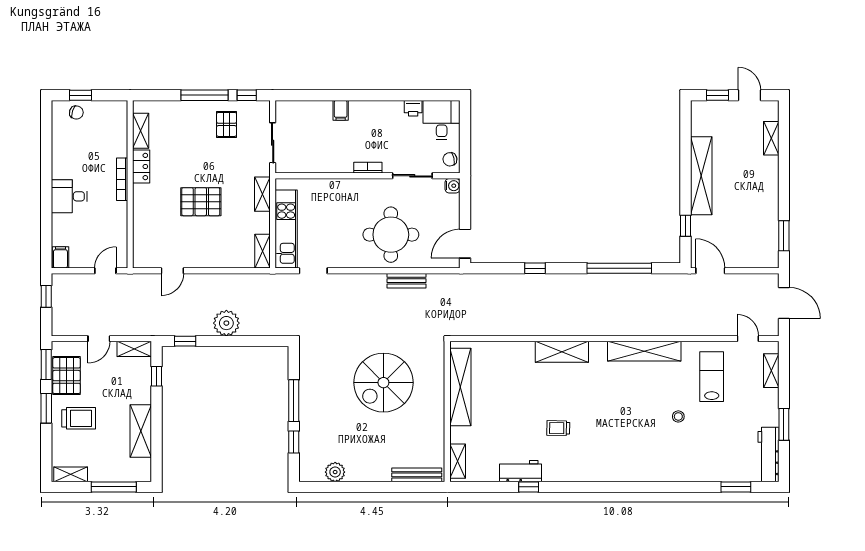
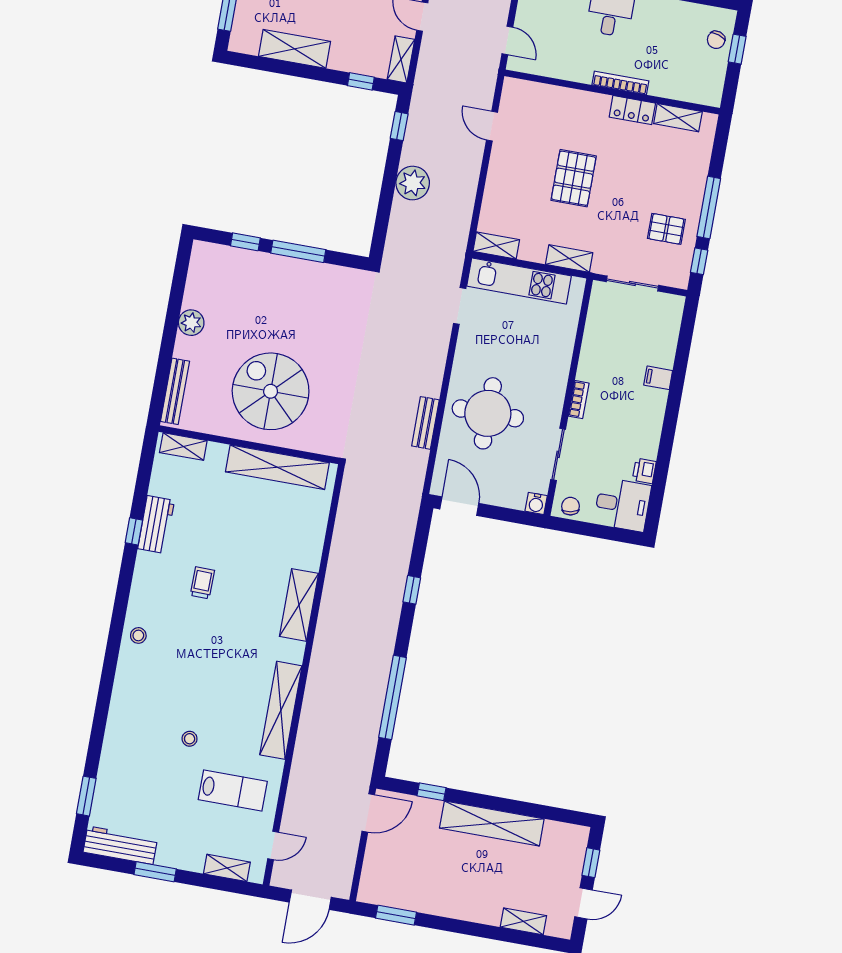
spiral stairs: (383, 383) -> (271, 391), moved
stool: (607, 469) -> (138, 635), added
plant: (335, 472) -> (191, 323), moved

